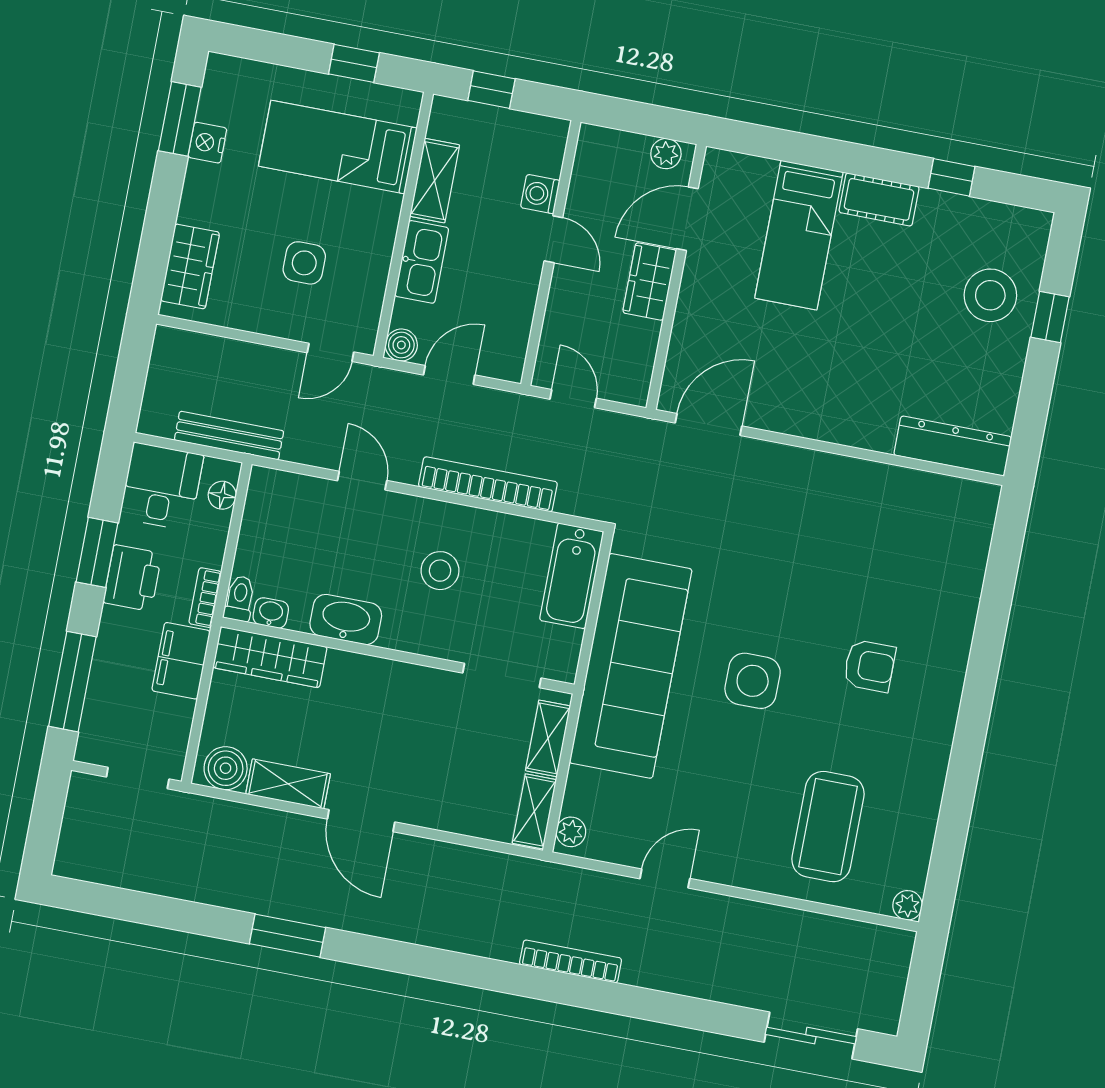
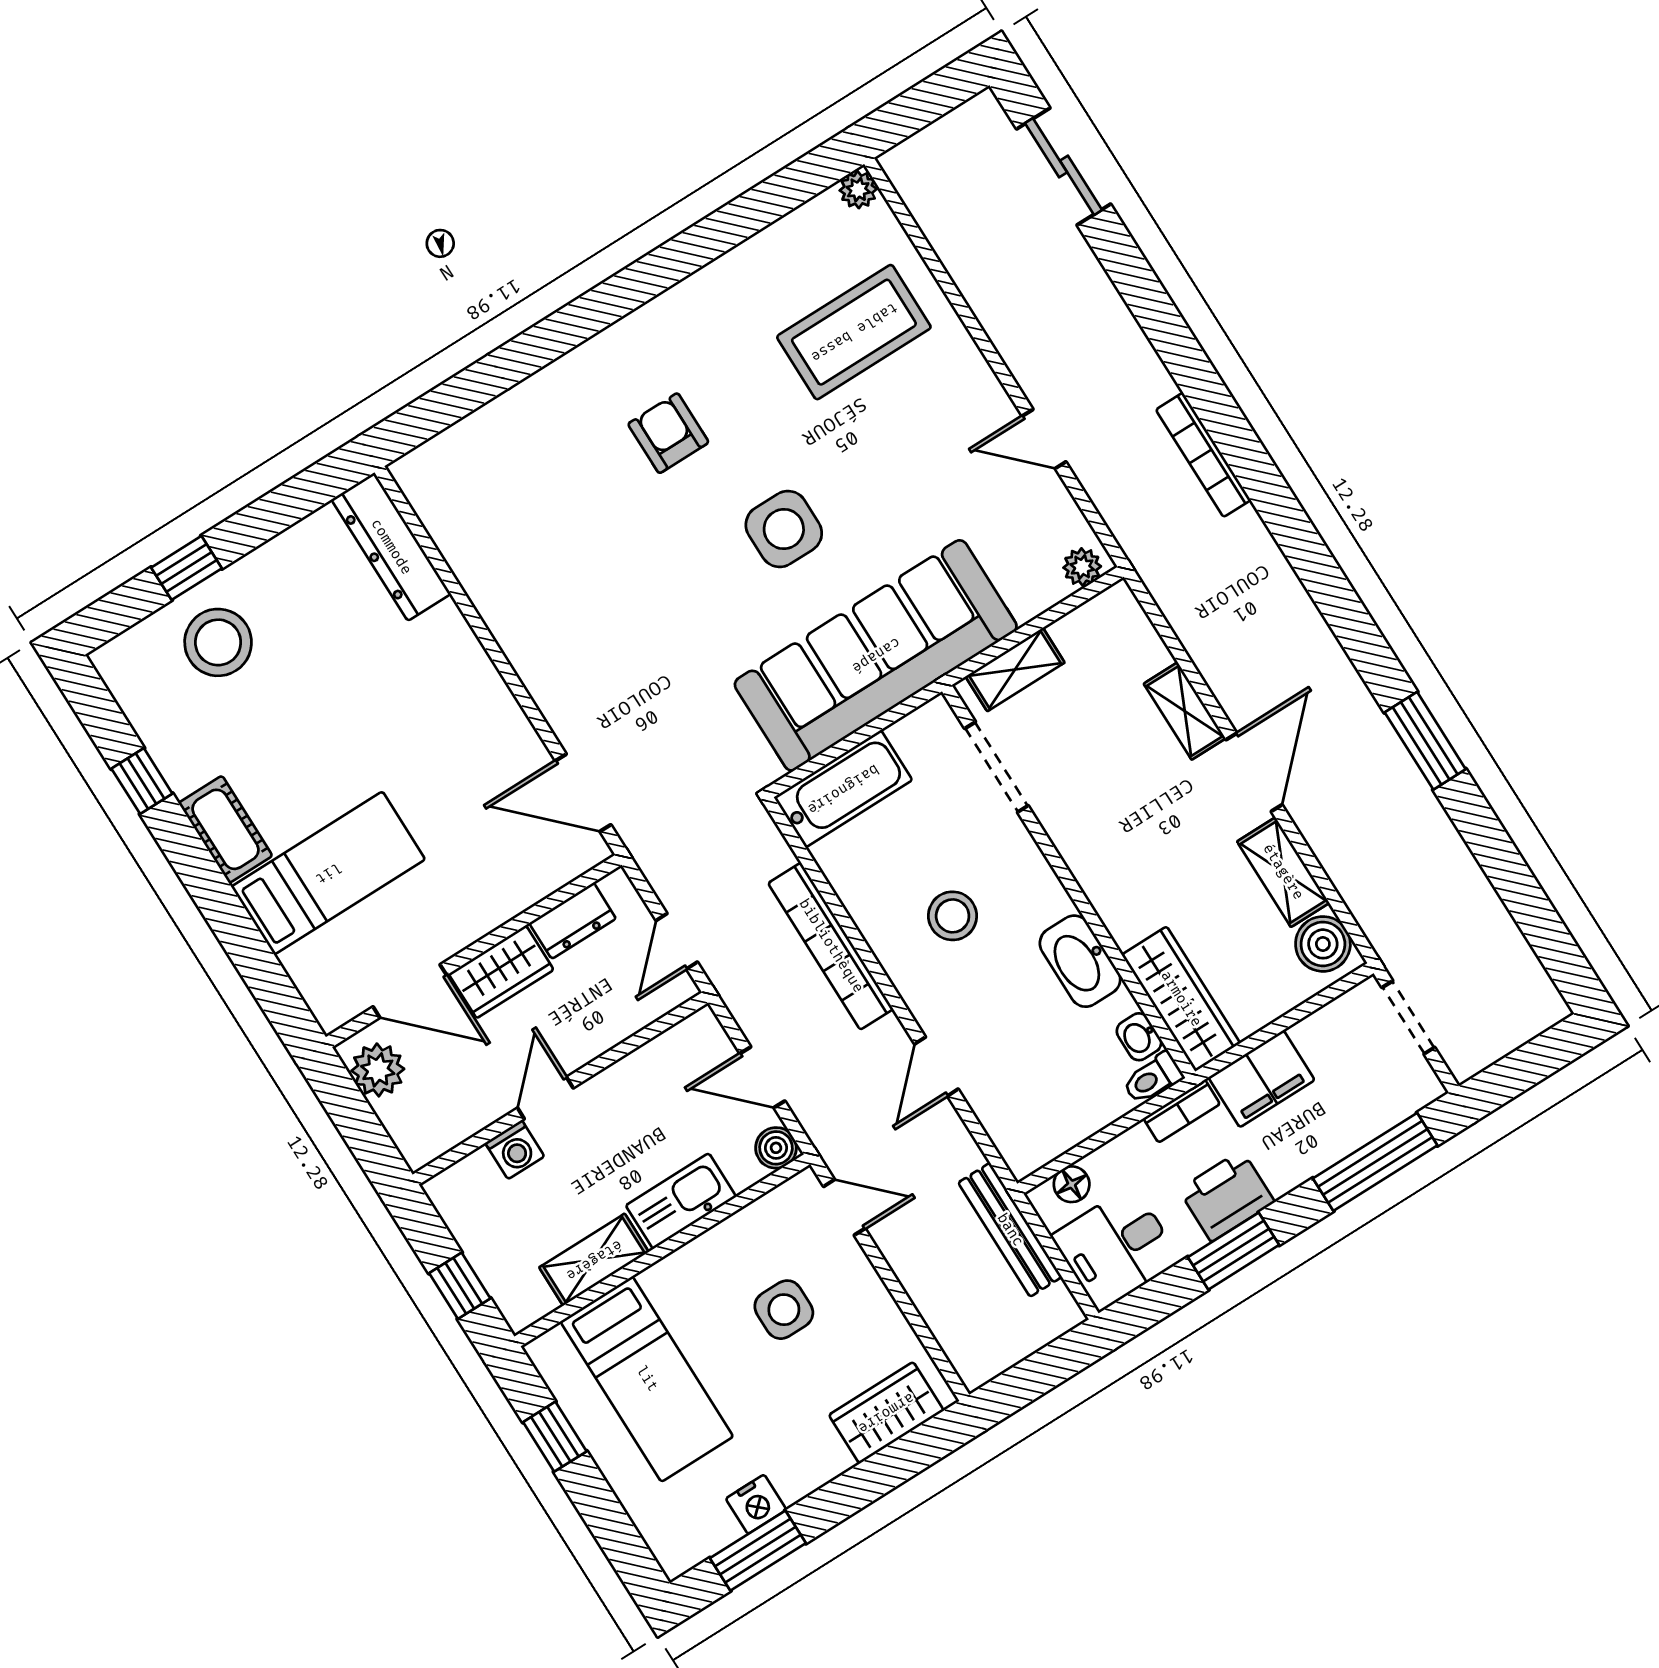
plant: (666, 154) -> (378, 1070), width x1.38, depth x1.38
dresser: (641, 350) -> (573, 921), added
shelving: (534, 811) -> (1185, 711), moved, turned 90

